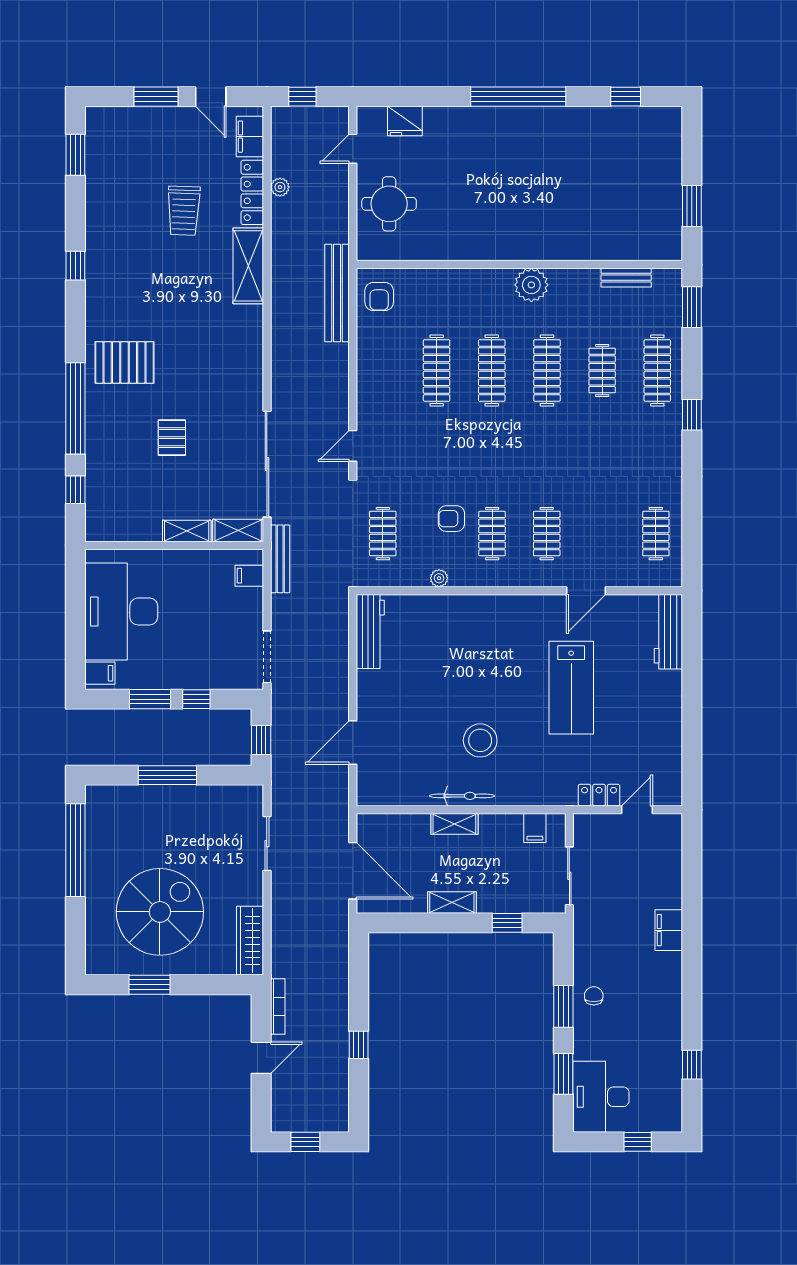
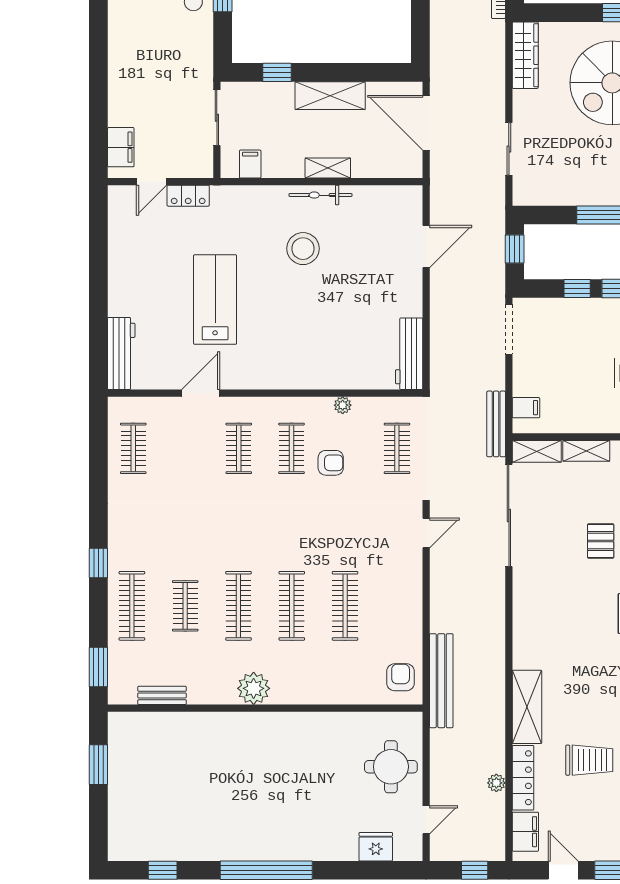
trolley: (184, 211) -> (589, 760), turned 88
shelving: (452, 902) -> (330, 96), width x1.50, depth x1.33
filing cabinet: (669, 930) -> (121, 147), moved

